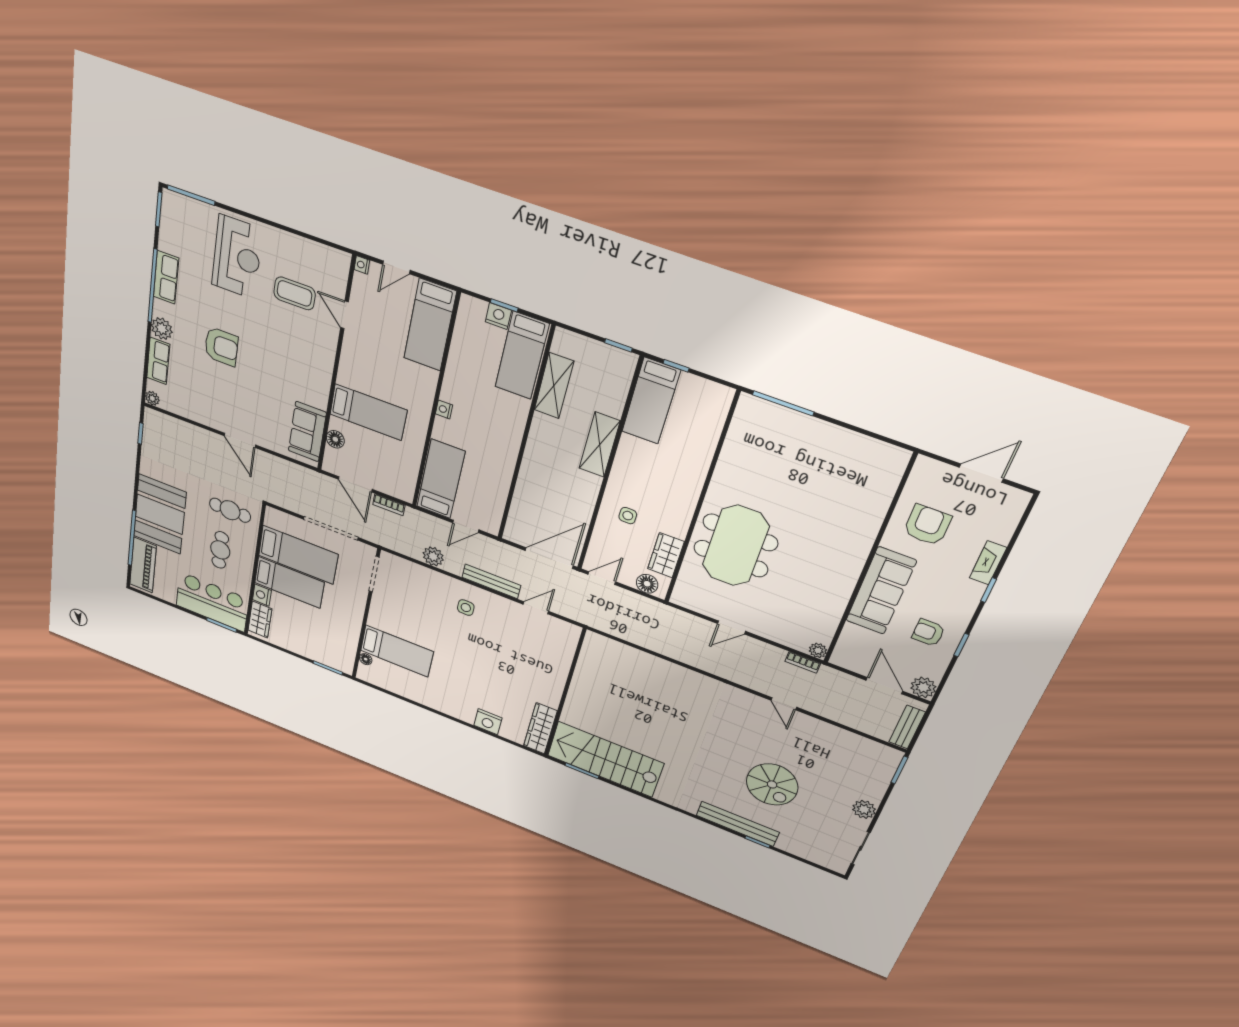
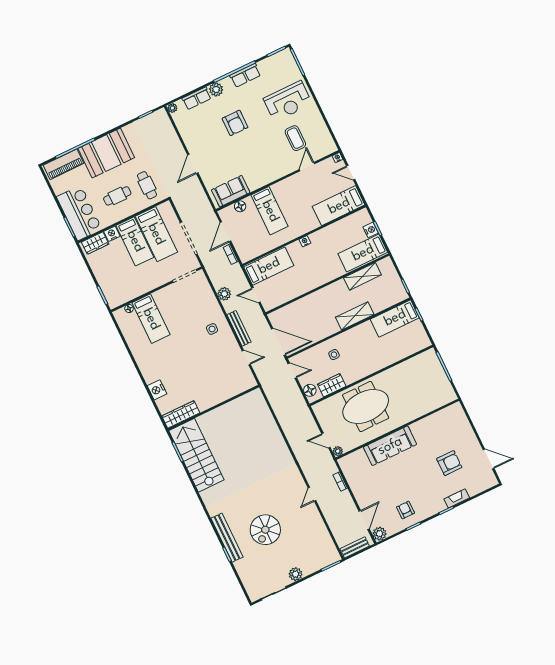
wall: (869, 562) -> (397, 429), moved
sofa: (881, 591) -> (390, 446), moved
plant: (818, 650) -> (338, 451), moved

